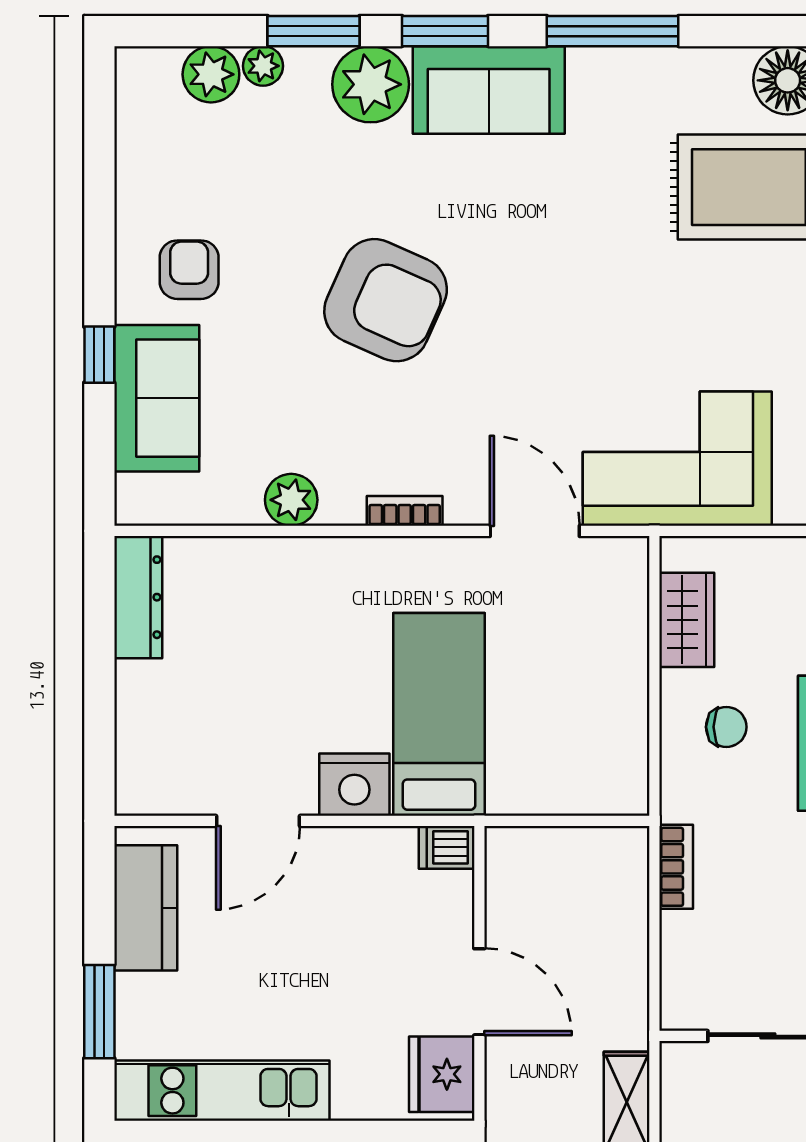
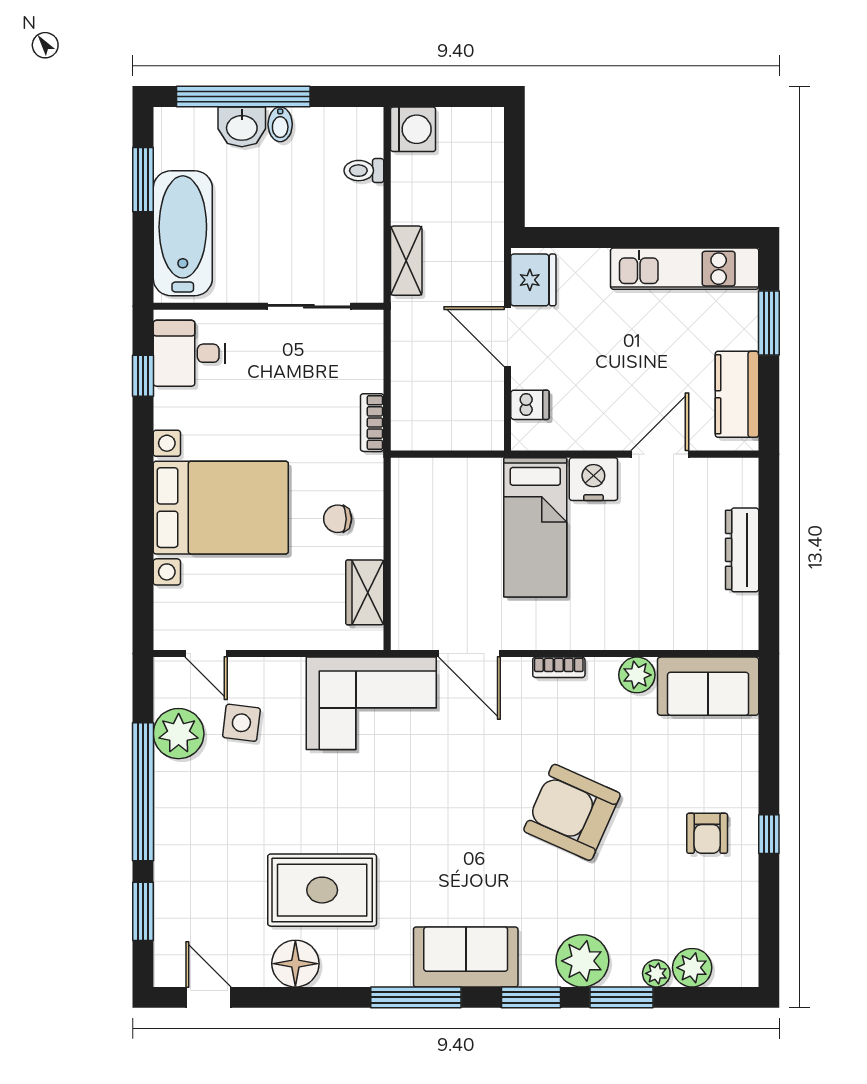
sofa: (489, 90) -> (466, 957), moved
window: (99, 355) -> (769, 834), moved
sofa: (157, 398) -> (708, 686), moved, turned -90
dresser: (138, 597) -> (742, 550), moved
dishwasher: (447, 847) -> (530, 405), moved

